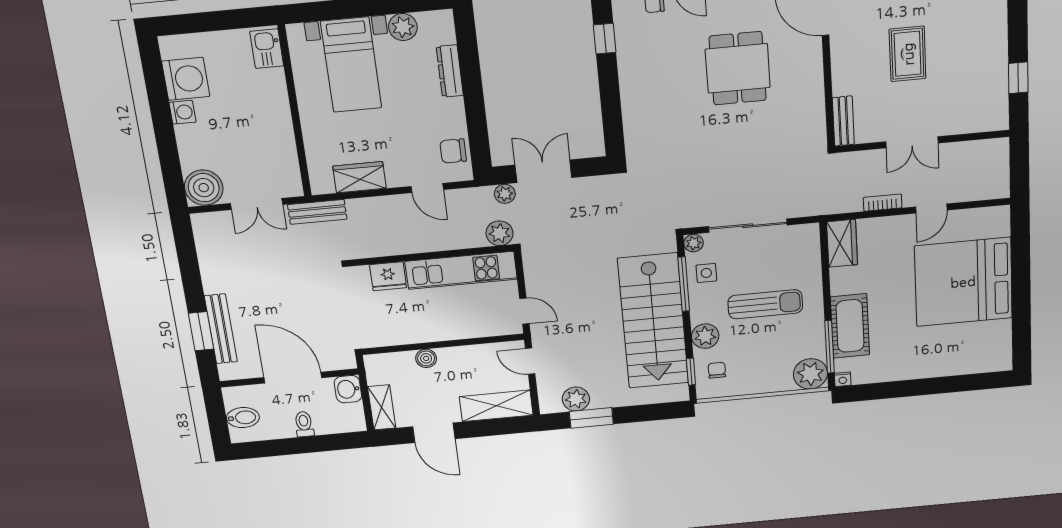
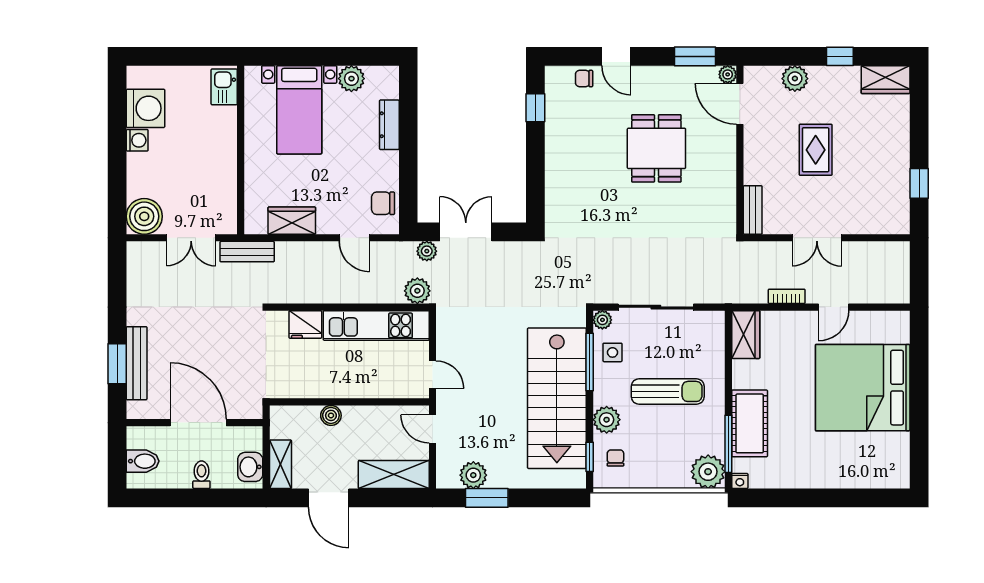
washbasin: (348, 389) -> (250, 467), moved

